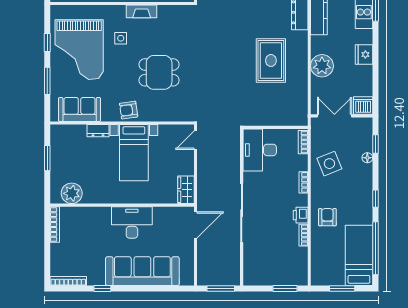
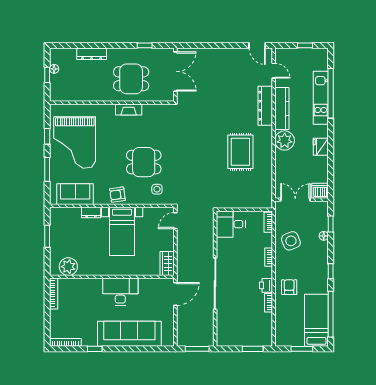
side table: (121, 38) -> (157, 189), moved
plant: (322, 66) -> (285, 140), moved
desk: (260, 150) -> (231, 224), width x0.73

